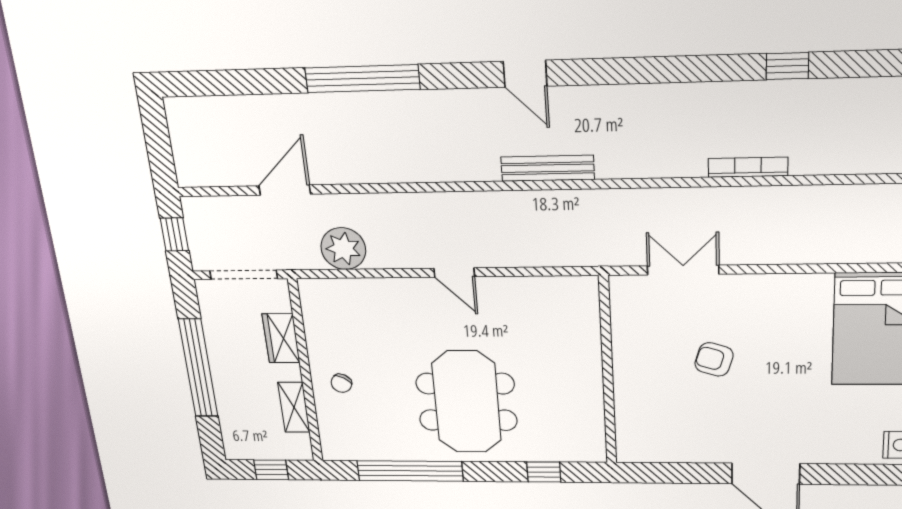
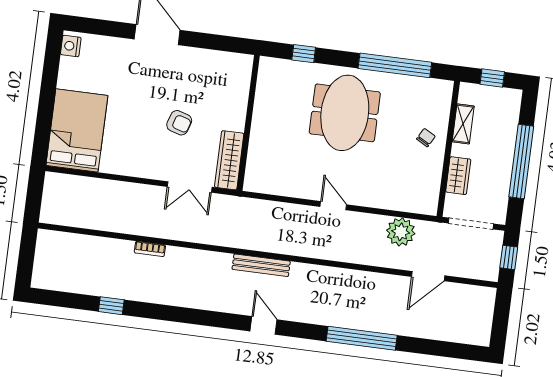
bookcase: (748, 167) -> (150, 249), width x0.64
wardrobe: (627, 316) -> (229, 160), added

